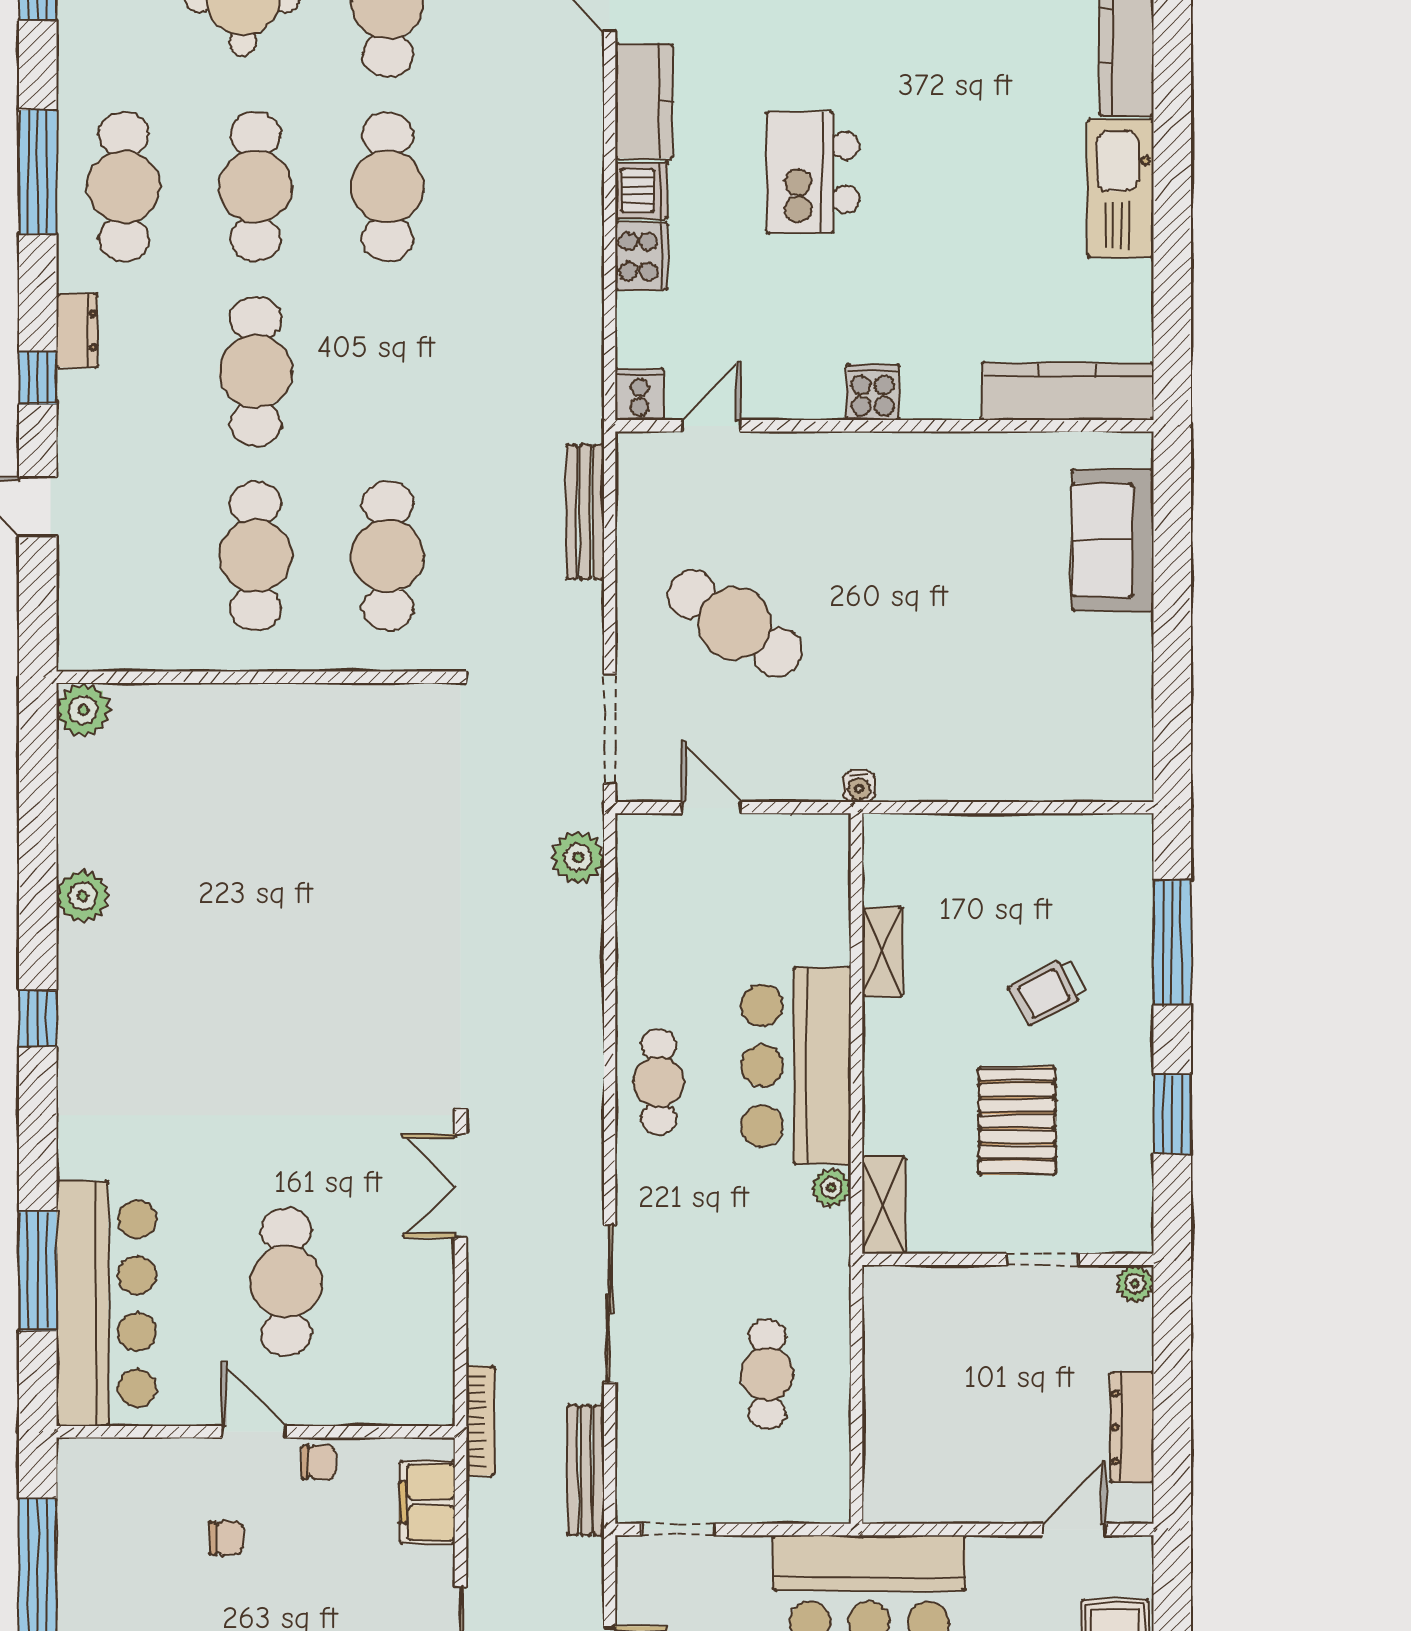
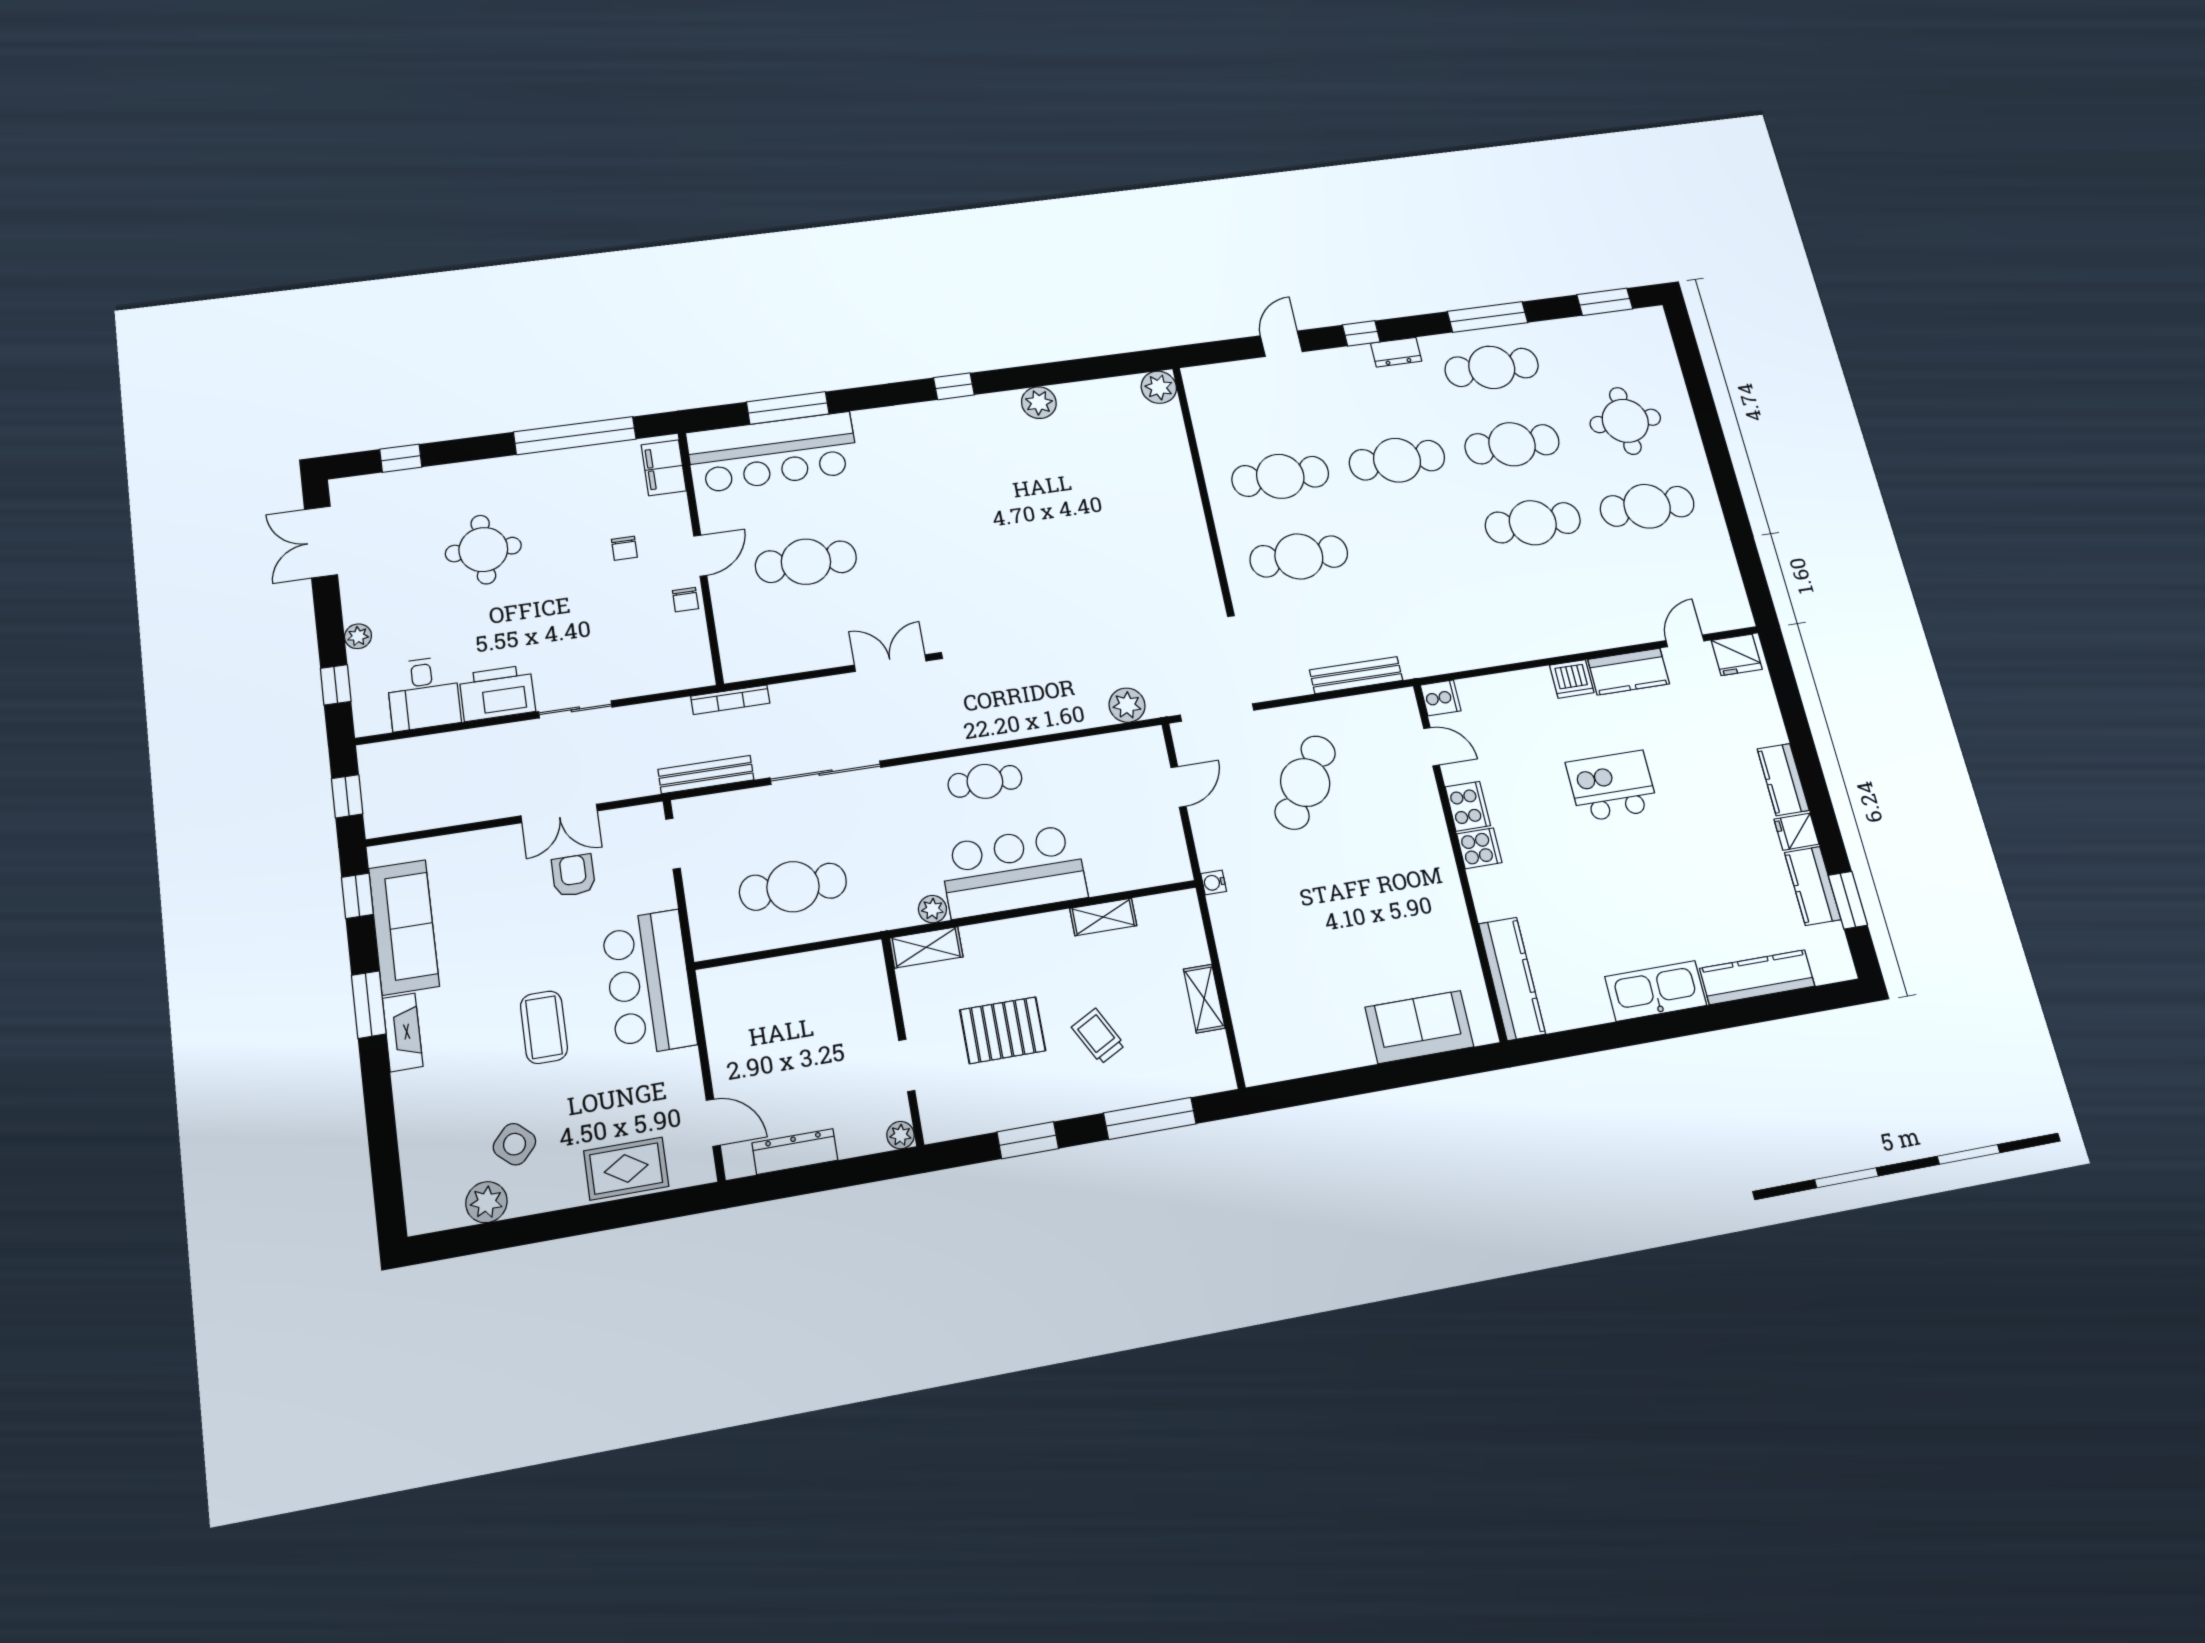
cooker: (642, 256) -> (1468, 806), moved, turned -90
shelving: (1021, 834) -> (1204, 999), added
cafe table: (767, 1374) -> (793, 887), width x1.37, depth x1.35
filing cabinet: (427, 1502) -> (664, 468), moved, turned -90

